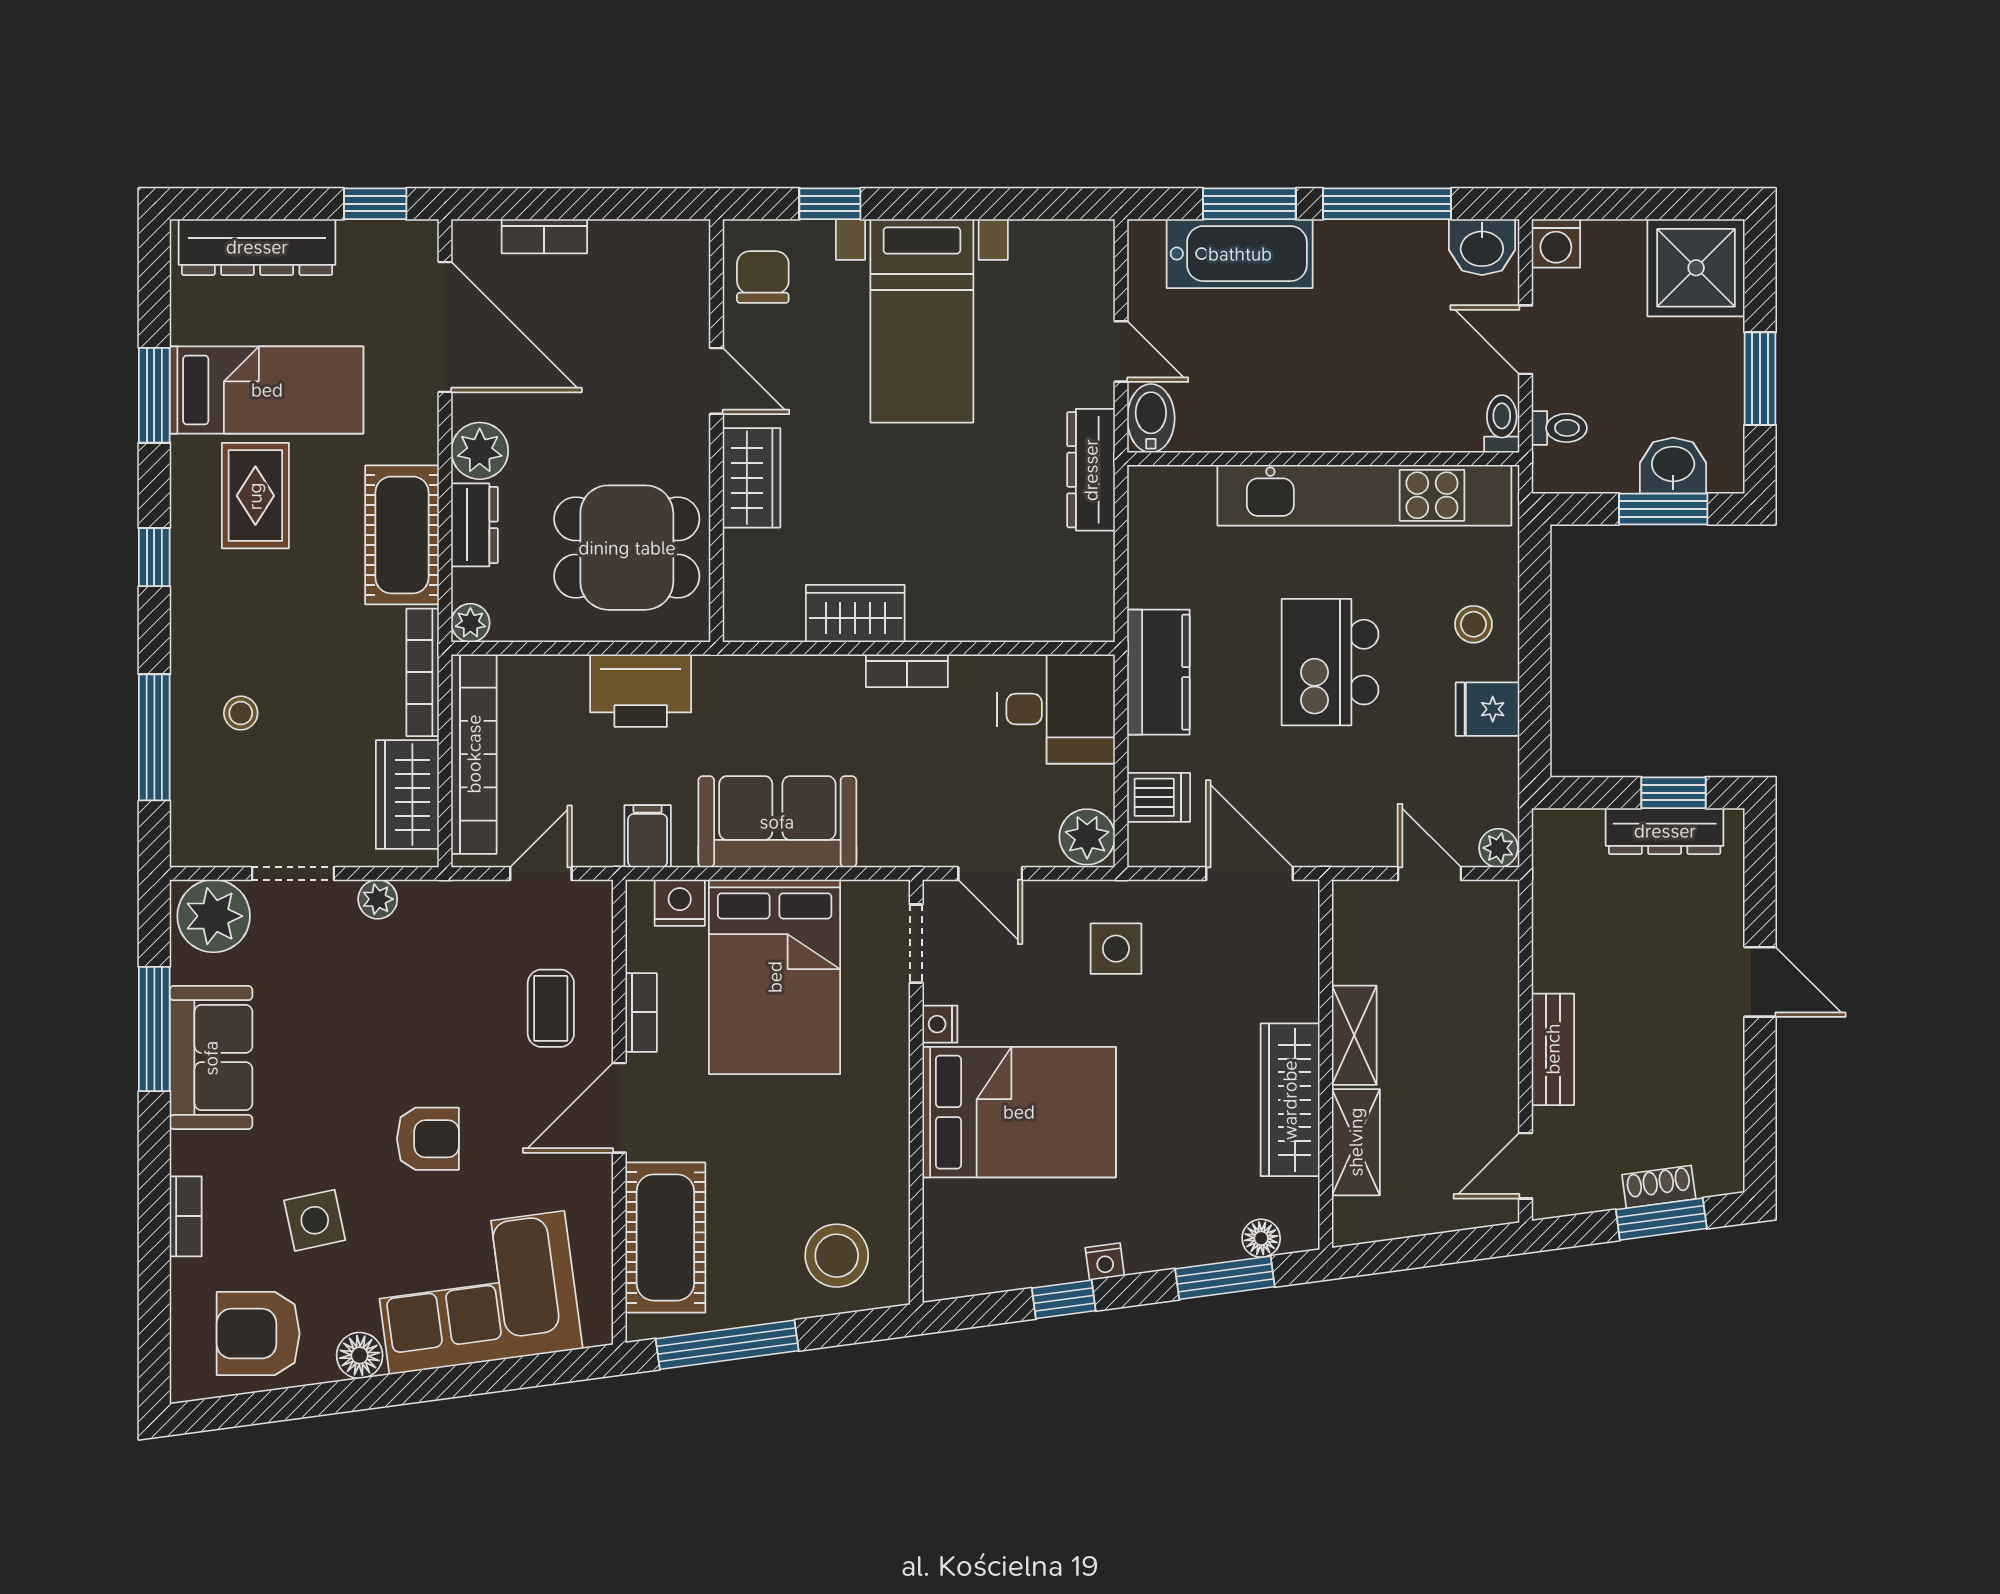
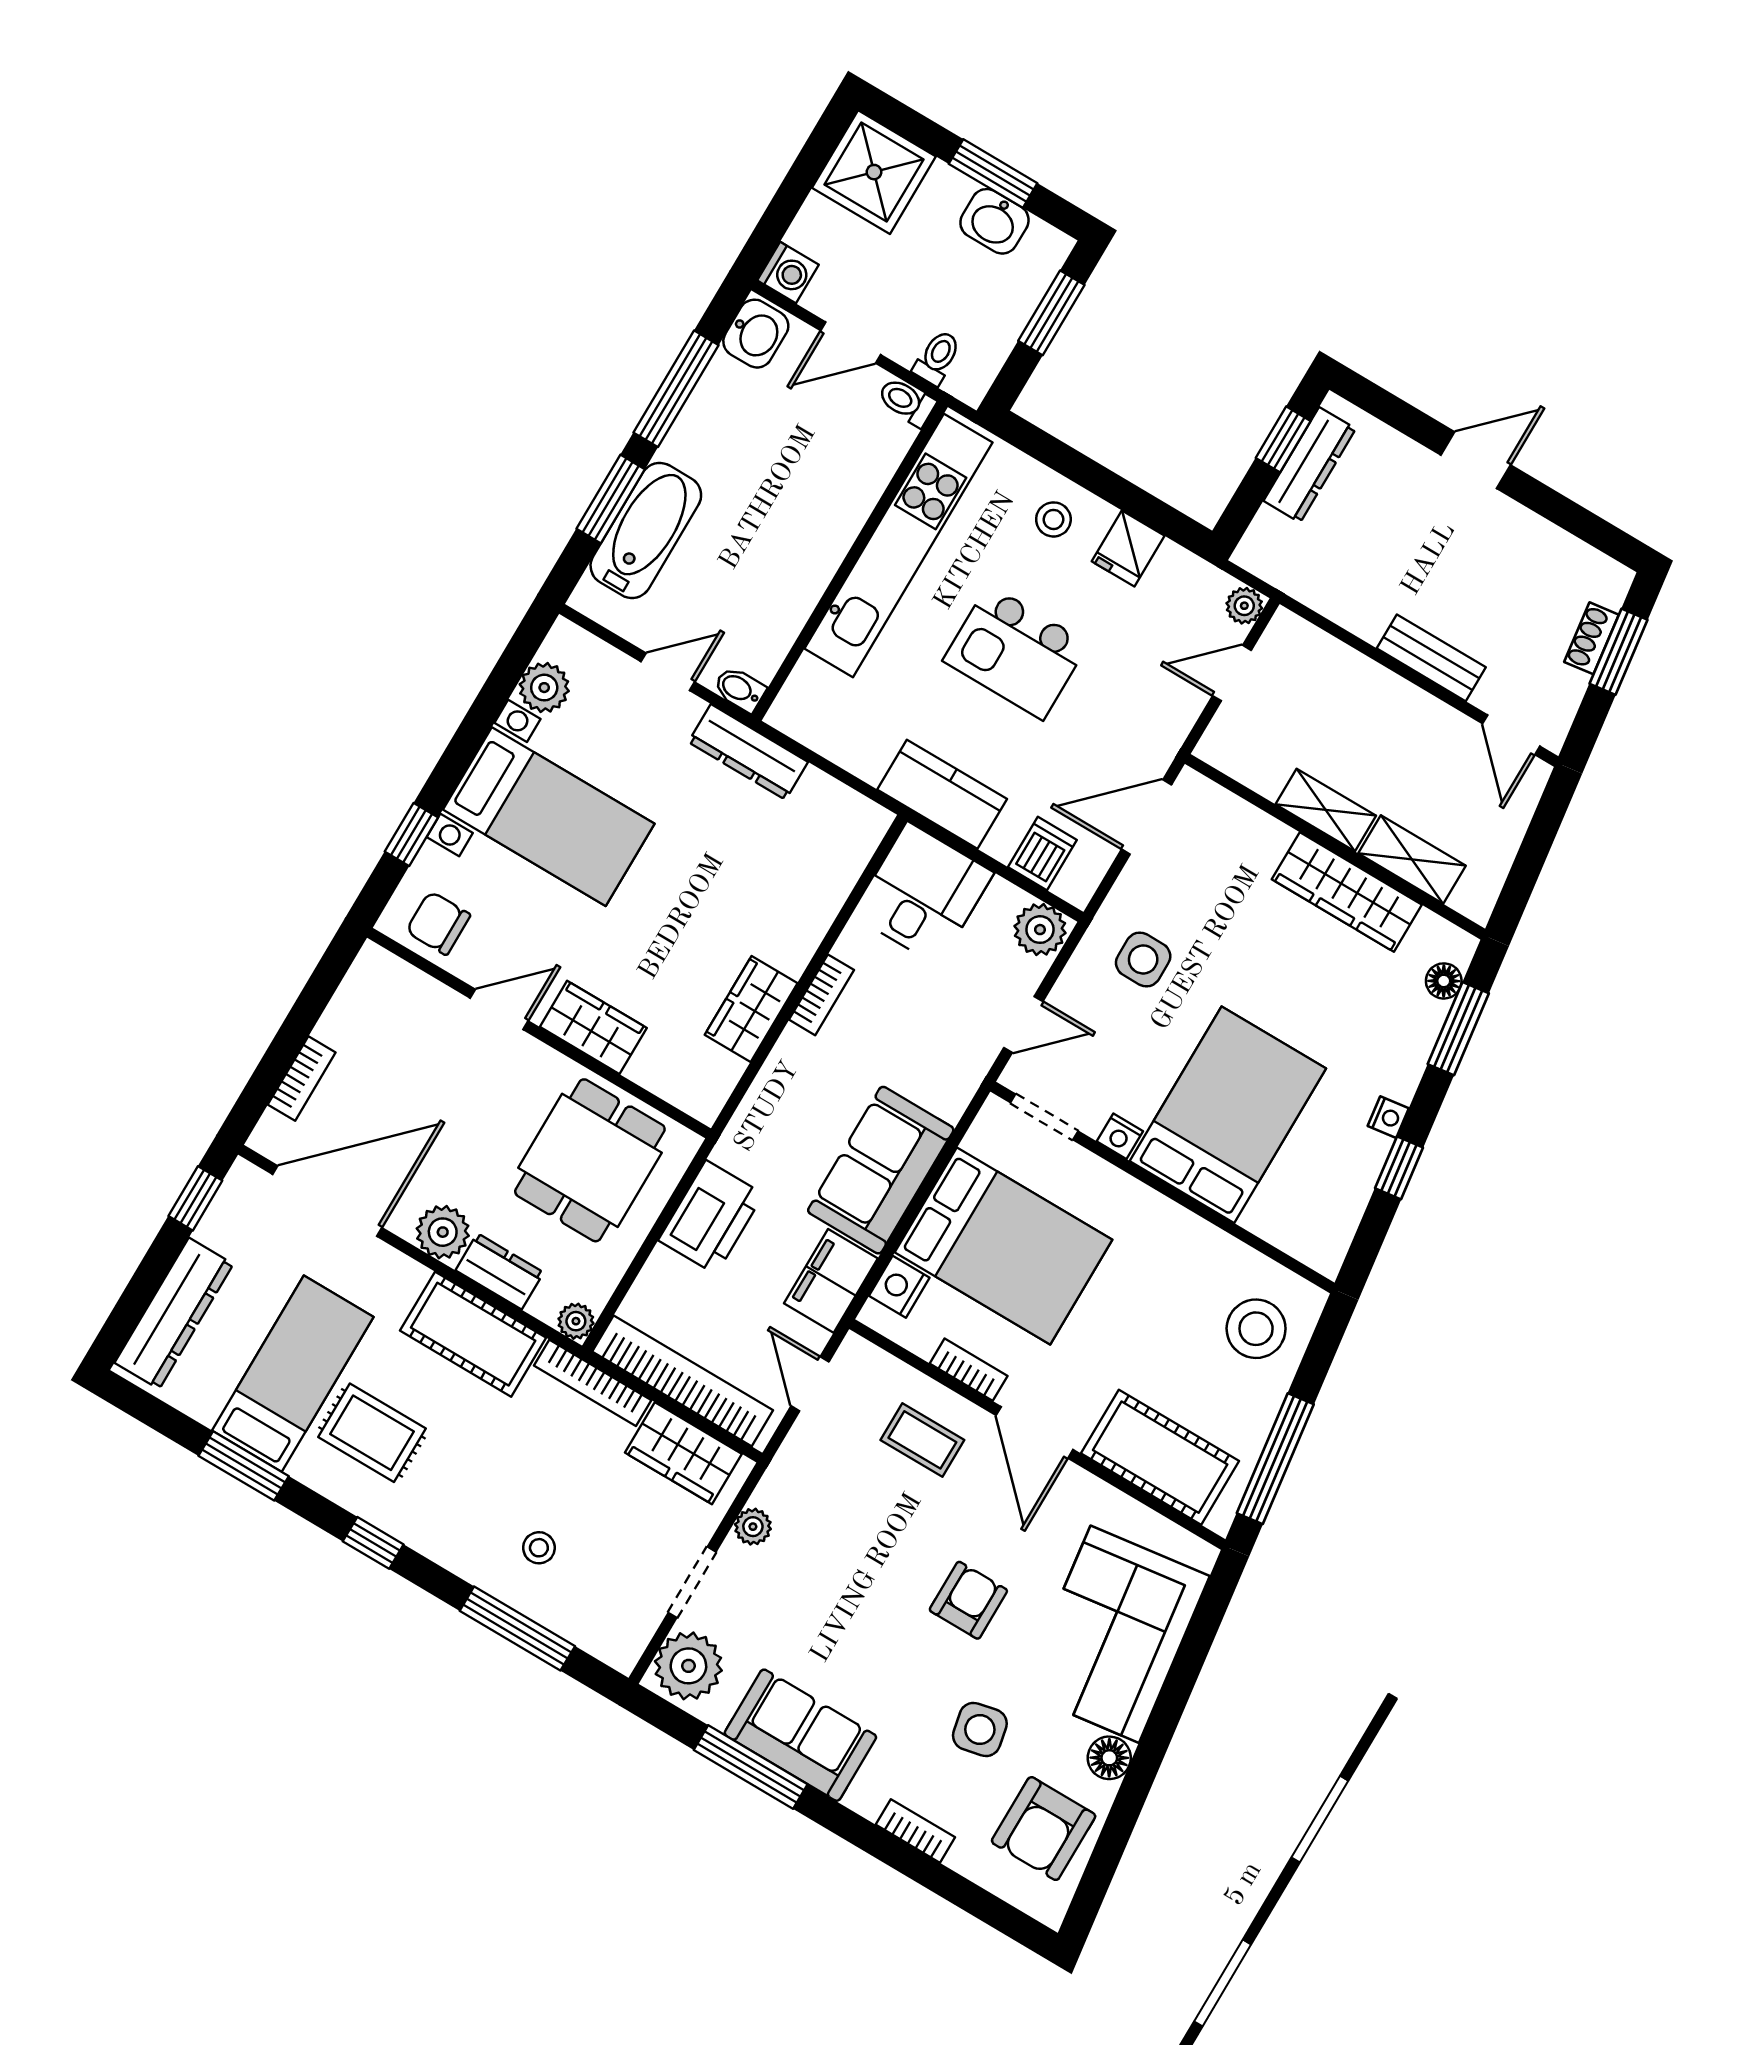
plant: (1039, 246) -> (544, 688), added
bidet: (1151, 418) -> (740, 689), width x0.72, depth x0.74
washbasin: (1673, 466) -> (994, 221), moved, turned -90
filing cabinet: (648, 836) -> (831, 1281), width x2.00

